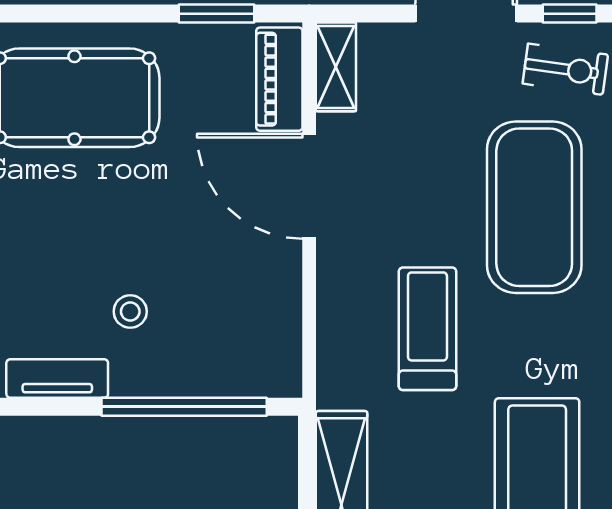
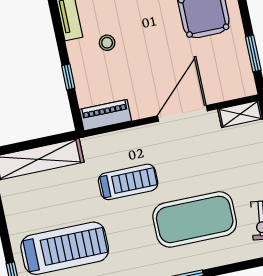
piano: (279, 79) -> (106, 115), moved
window: (184, 407) -> (68, 77), width x0.32

